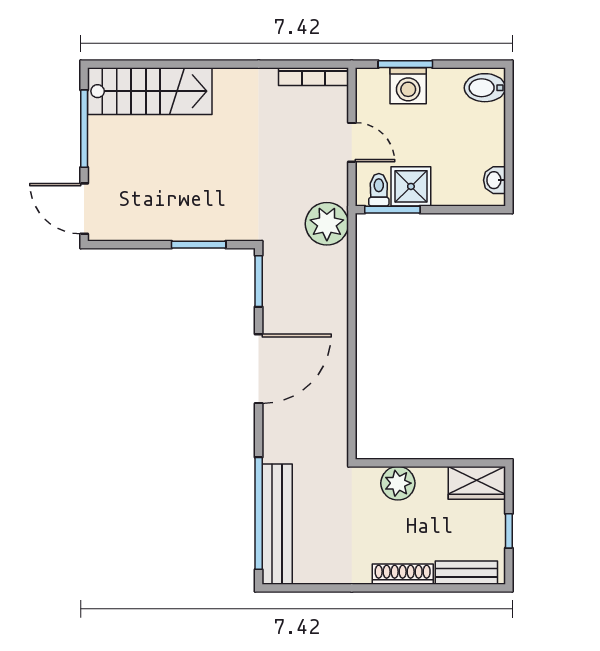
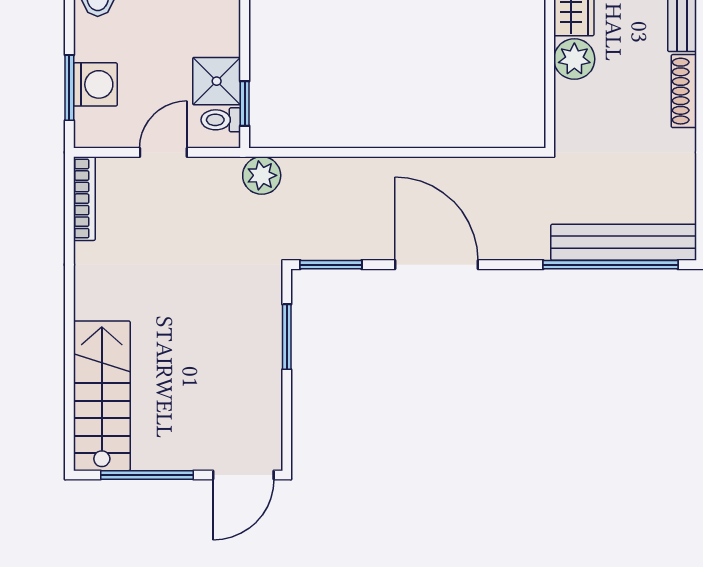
window: (392, 210) -> (245, 104), width x0.67
plant: (327, 224) -> (262, 175), width x0.73, depth x0.73
plant: (398, 483) -> (574, 59), moved

